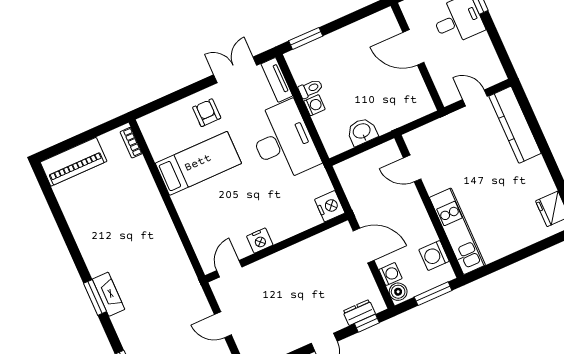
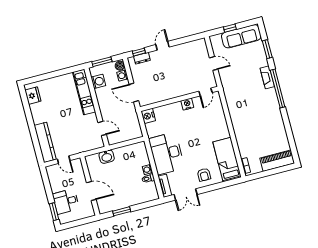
window: (306, 38) -> (122, 211), moved
washbasin: (362, 132) -> (107, 157), moved
bed: (198, 163) -> (227, 160), moved, turned 90
fireplace: (108, 294) -> (267, 77), moved
window: (95, 297) -> (278, 88), width x2.11

